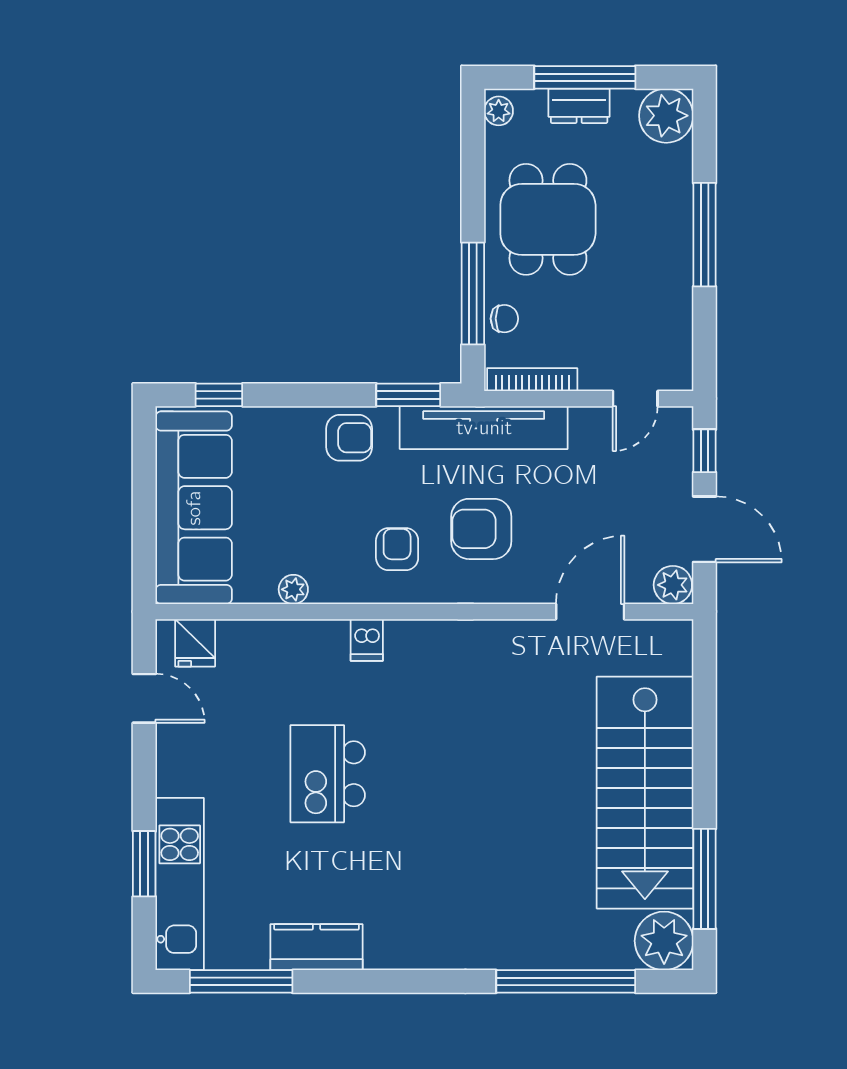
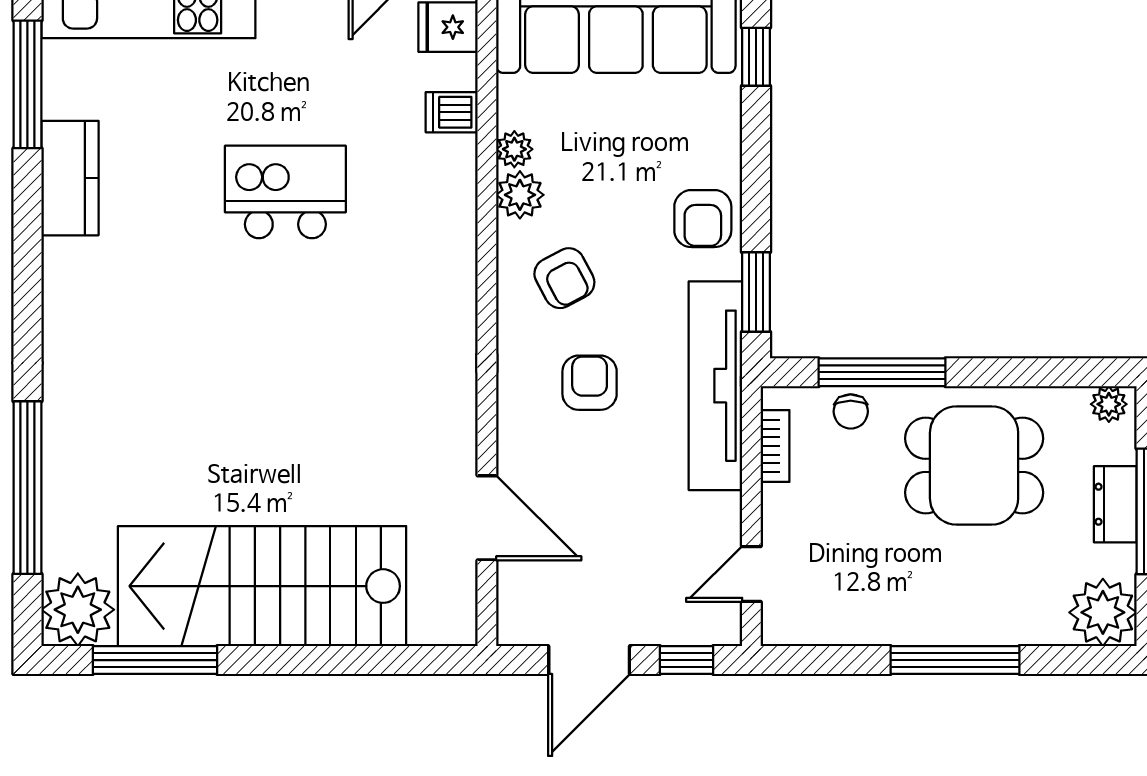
bookcase: (532, 380) -> (775, 446), width x0.64
door: (635, 399) -> (751, 574), hinge flipped
armchair: (481, 529) -> (590, 383), width x0.72, depth x0.72
armchair: (397, 549) -> (564, 278), turned 62
plant: (673, 585) -> (520, 195), moved
dishwasher: (367, 640) -> (452, 112), moved

